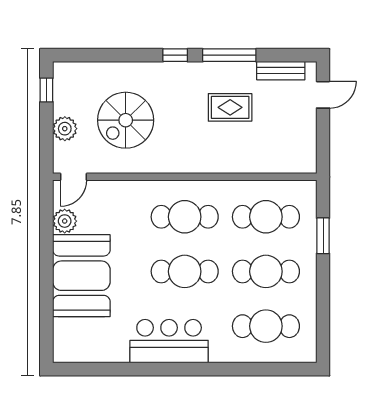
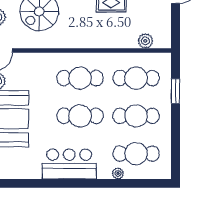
plant: (279, 163) -> (145, 41), added
plant: (240, 355) -> (118, 173), added

